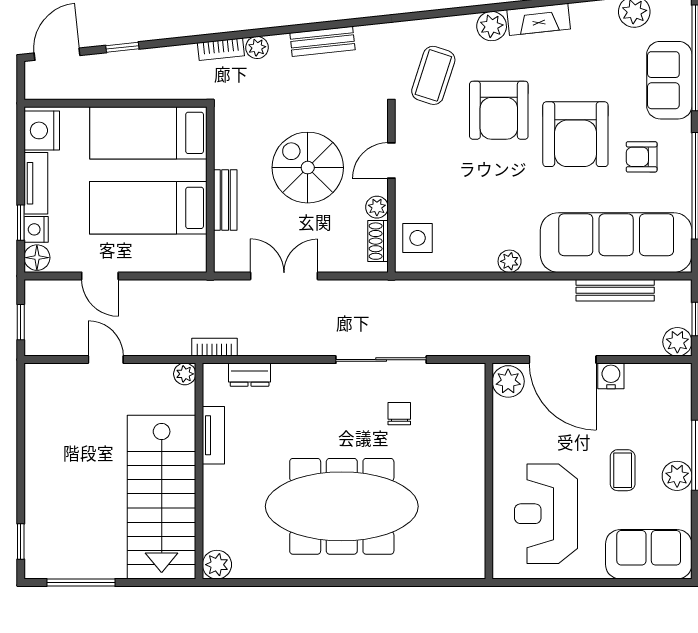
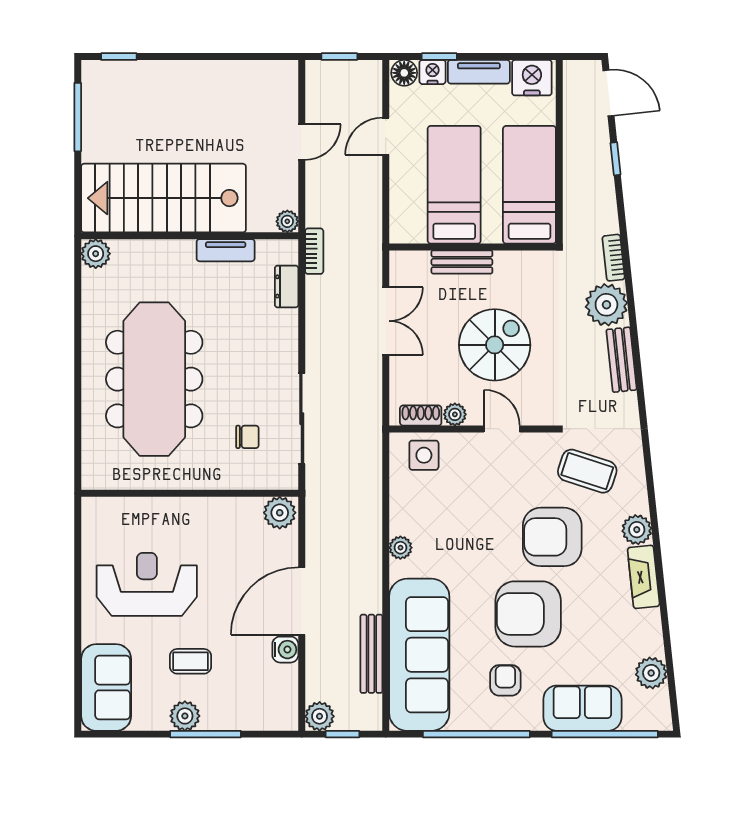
plant: (257, 48) -> (606, 305), width x1.88, depth x1.88
plant: (508, 381) -> (280, 513), moved
wall: (489, 471) -> (190, 493), moved

